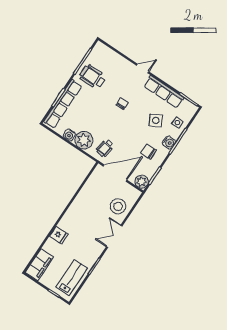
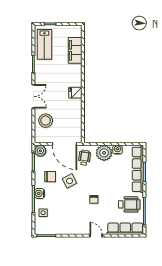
door: (143, 68) -> (96, 236), swing flipped
row of seats: (164, 92) -> (125, 229), moved
side table: (156, 120) -> (70, 181), moved
door: (115, 173) -> (64, 144), hinge flipped
fridge: (59, 235) -> (75, 93), moved
filing cabinet: (39, 265) -> (75, 50), moved

